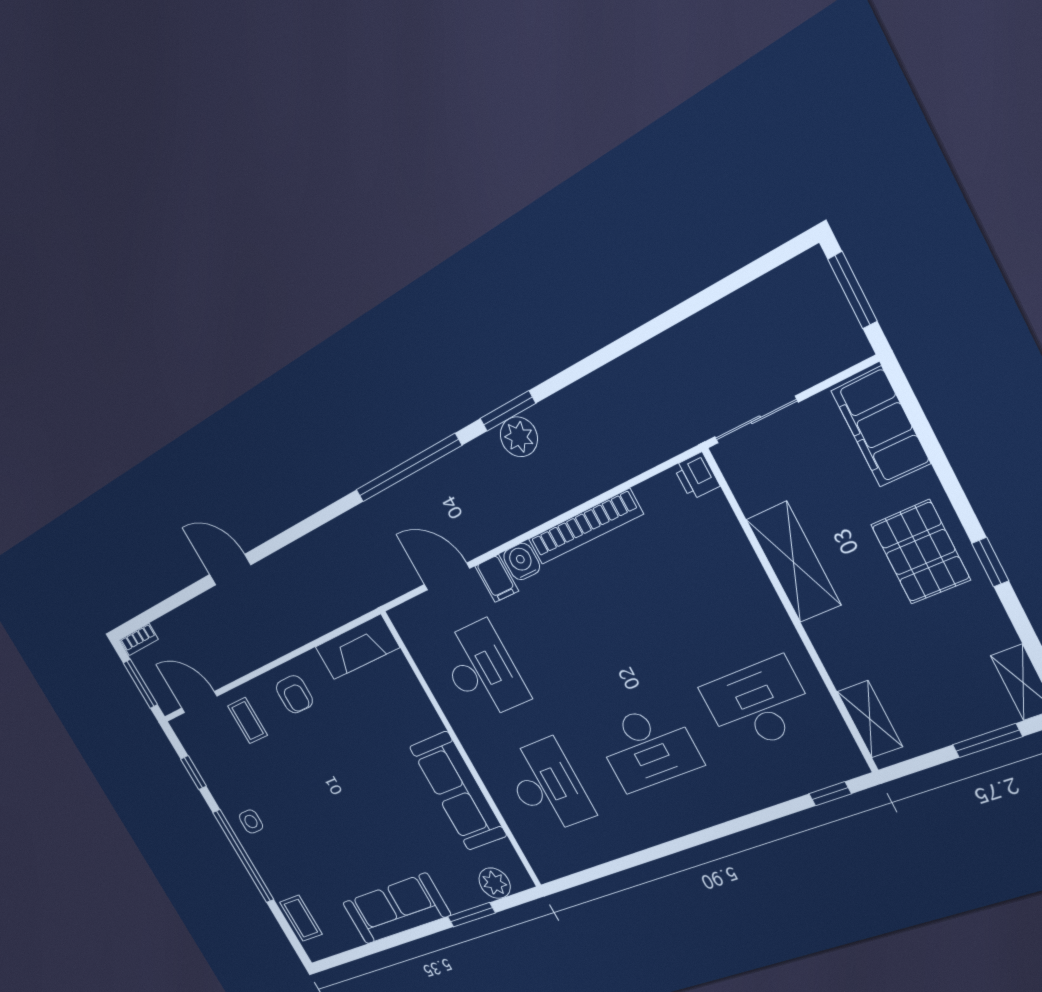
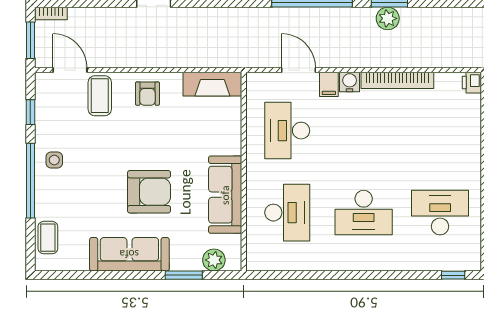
desk: (482, 671) -> (287, 131), turned 180
coffee table: (248, 721) -> (100, 96), width x1.36, depth x1.30
armchair: (371, 822) -> (149, 192), added

